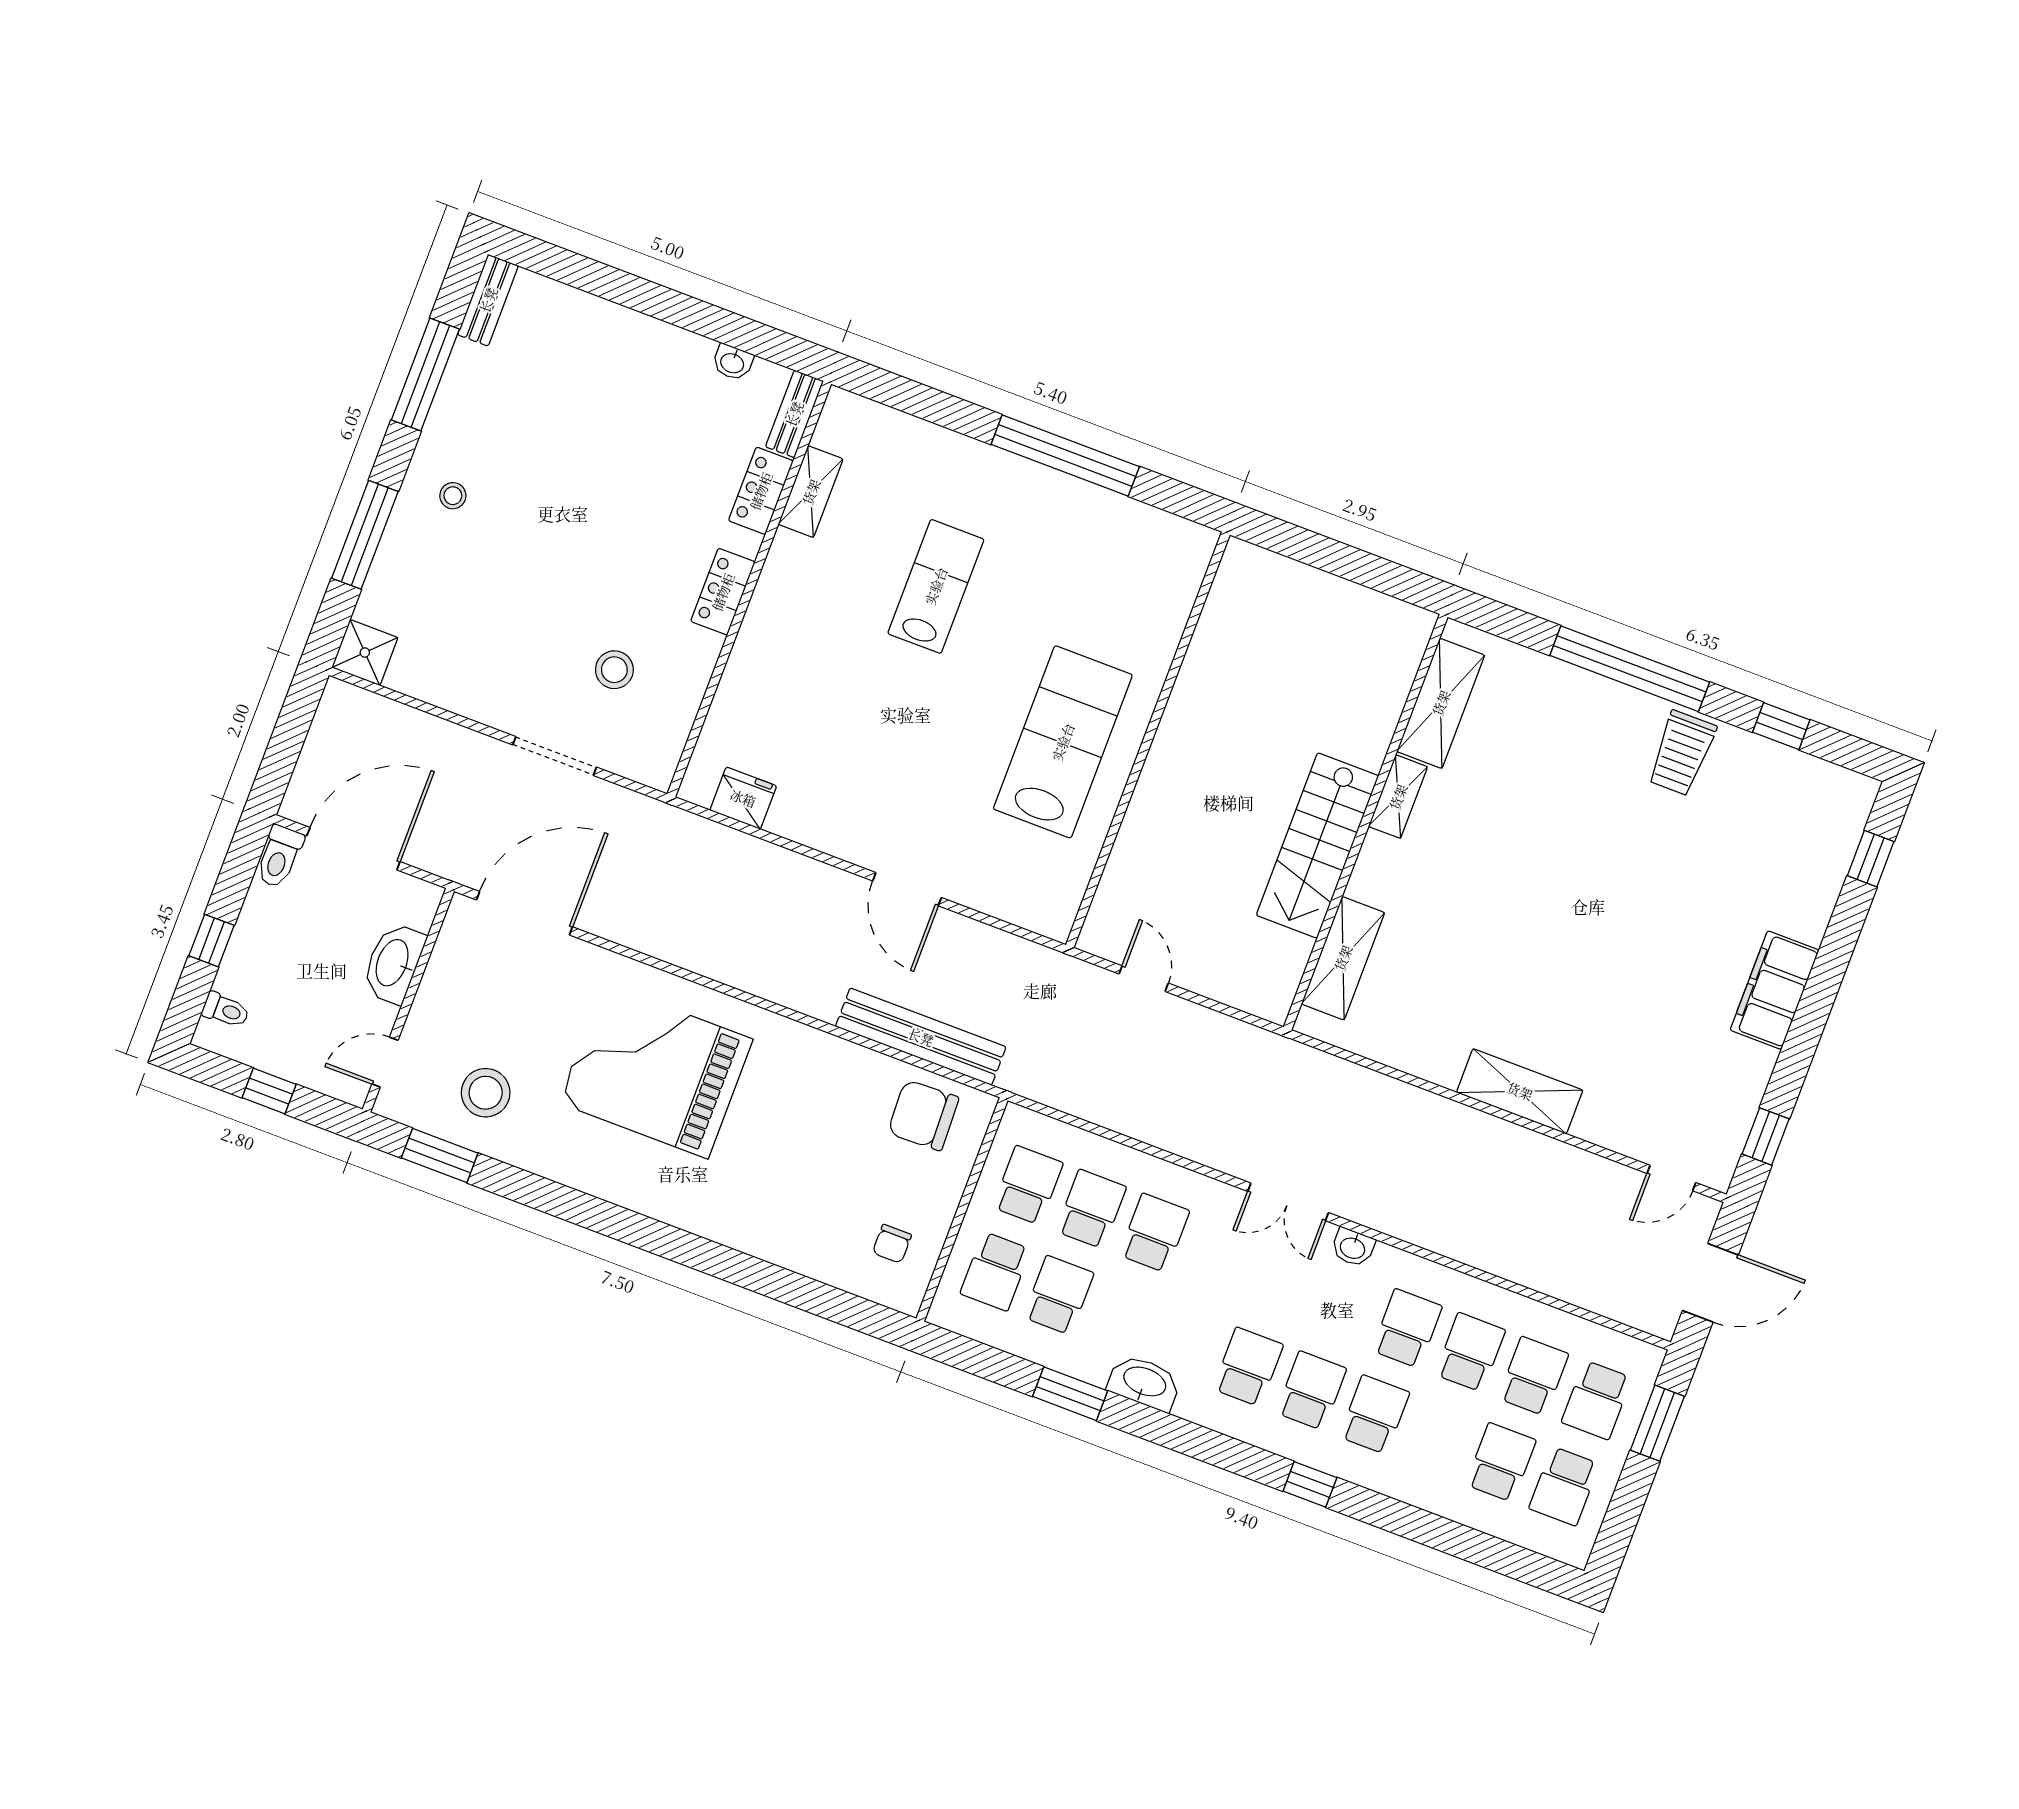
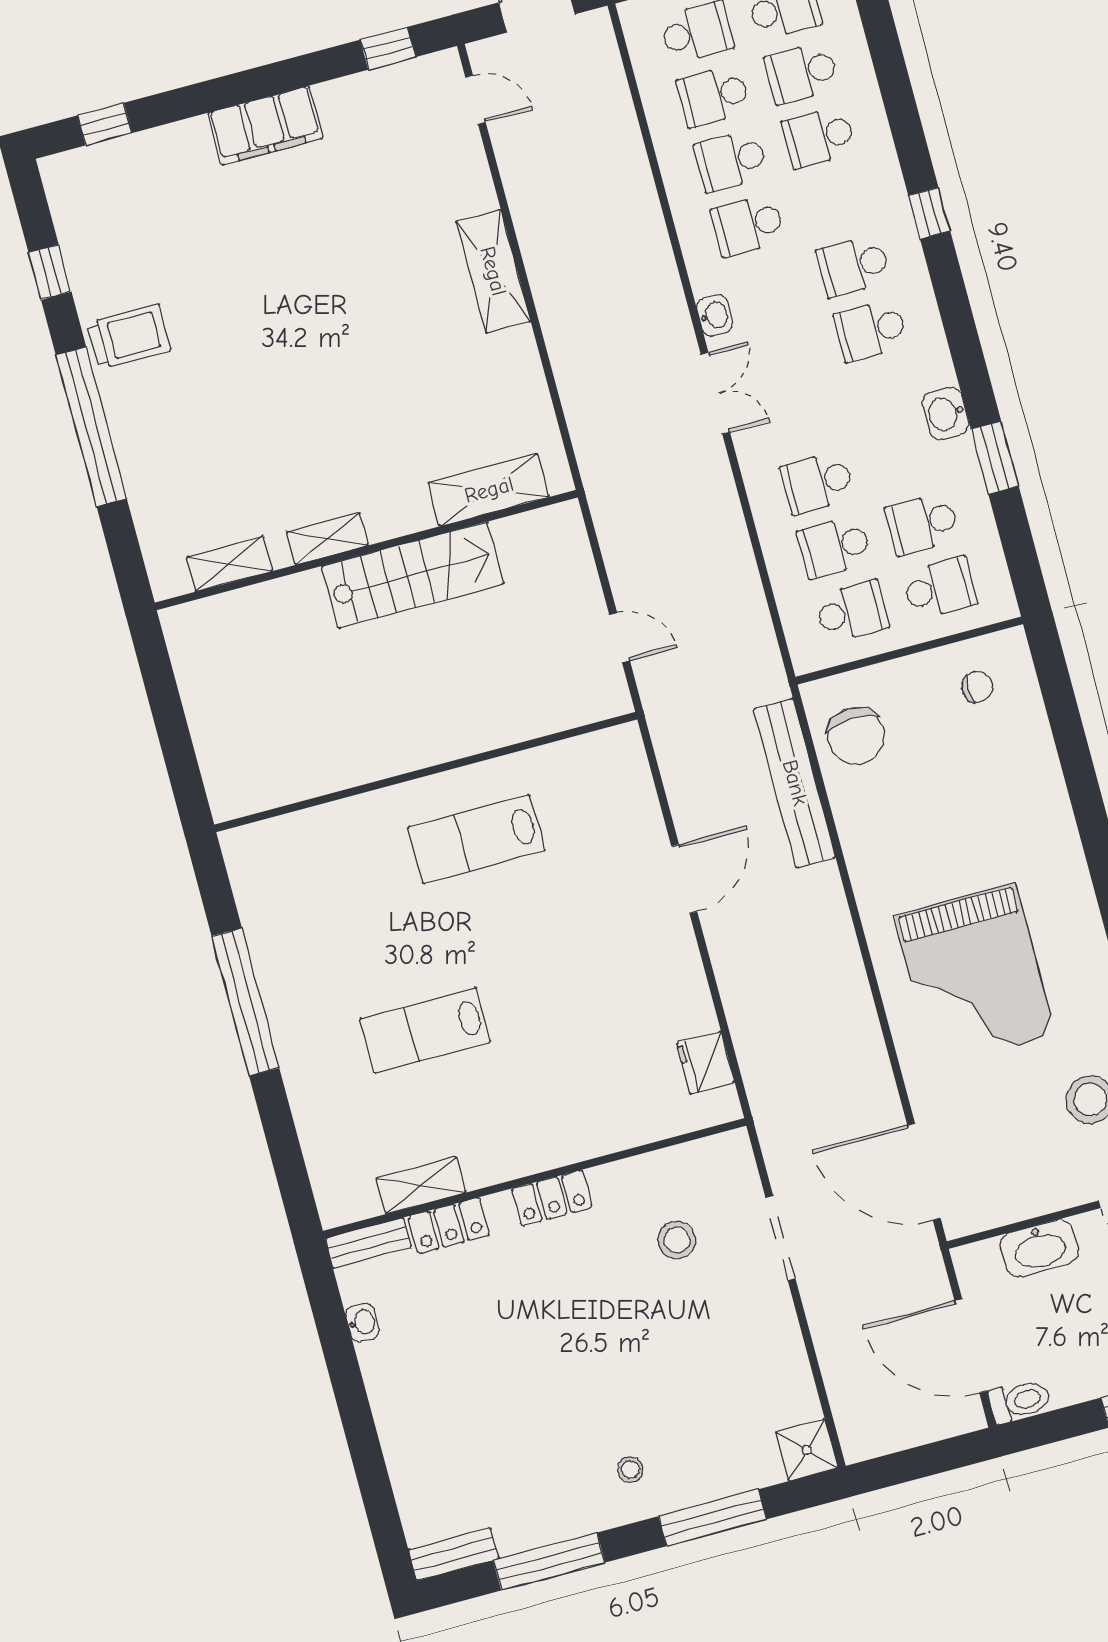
shelving: (1441, 703) -> (229, 564), width x0.67, depth x0.75
lab bench: (1063, 742) -> (476, 839), width x0.73, depth x0.72
door: (1144, 979) -> (620, 638), swing flipped
school desk: (1028, 1185) -> (852, 612), turned 180
washbasin: (1144, 1383) -> (946, 414), width x0.72
school desk: (1374, 1415) -> (819, 137), moved

